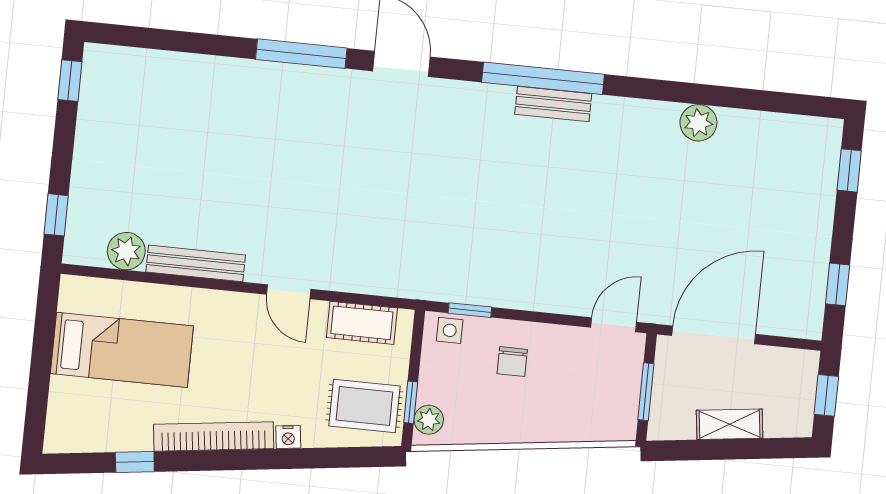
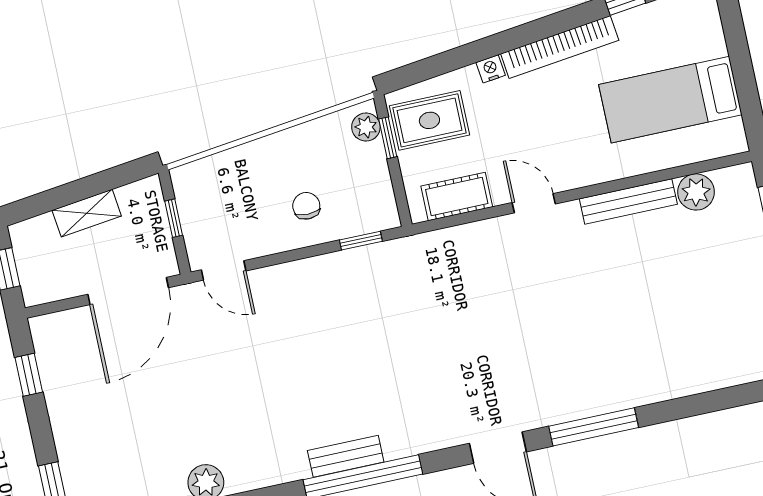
door: (614, 325) -> (224, 270), hinge flipped
side table: (450, 330) -> (373, 216), removed
window: (646, 392) -> (174, 218), width x0.67

